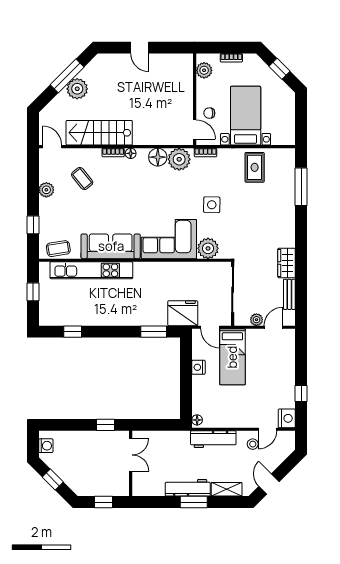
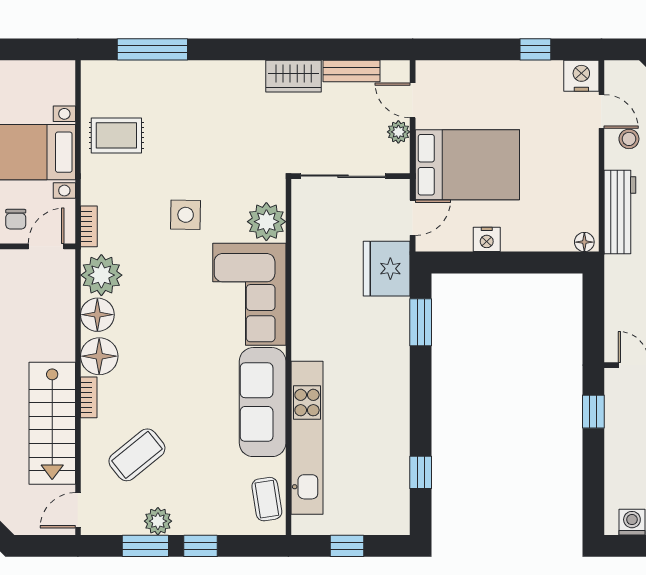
floor lamp: (131, 153) -> (99, 356), width x1.89, depth x1.89
coffee table: (82, 178) -> (137, 455), width x1.36, depth x1.30
window: (33, 183) -> (145, 546), added
window: (33, 225) -> (200, 546), moved
bed: (232, 357) -> (467, 165), width x1.50

